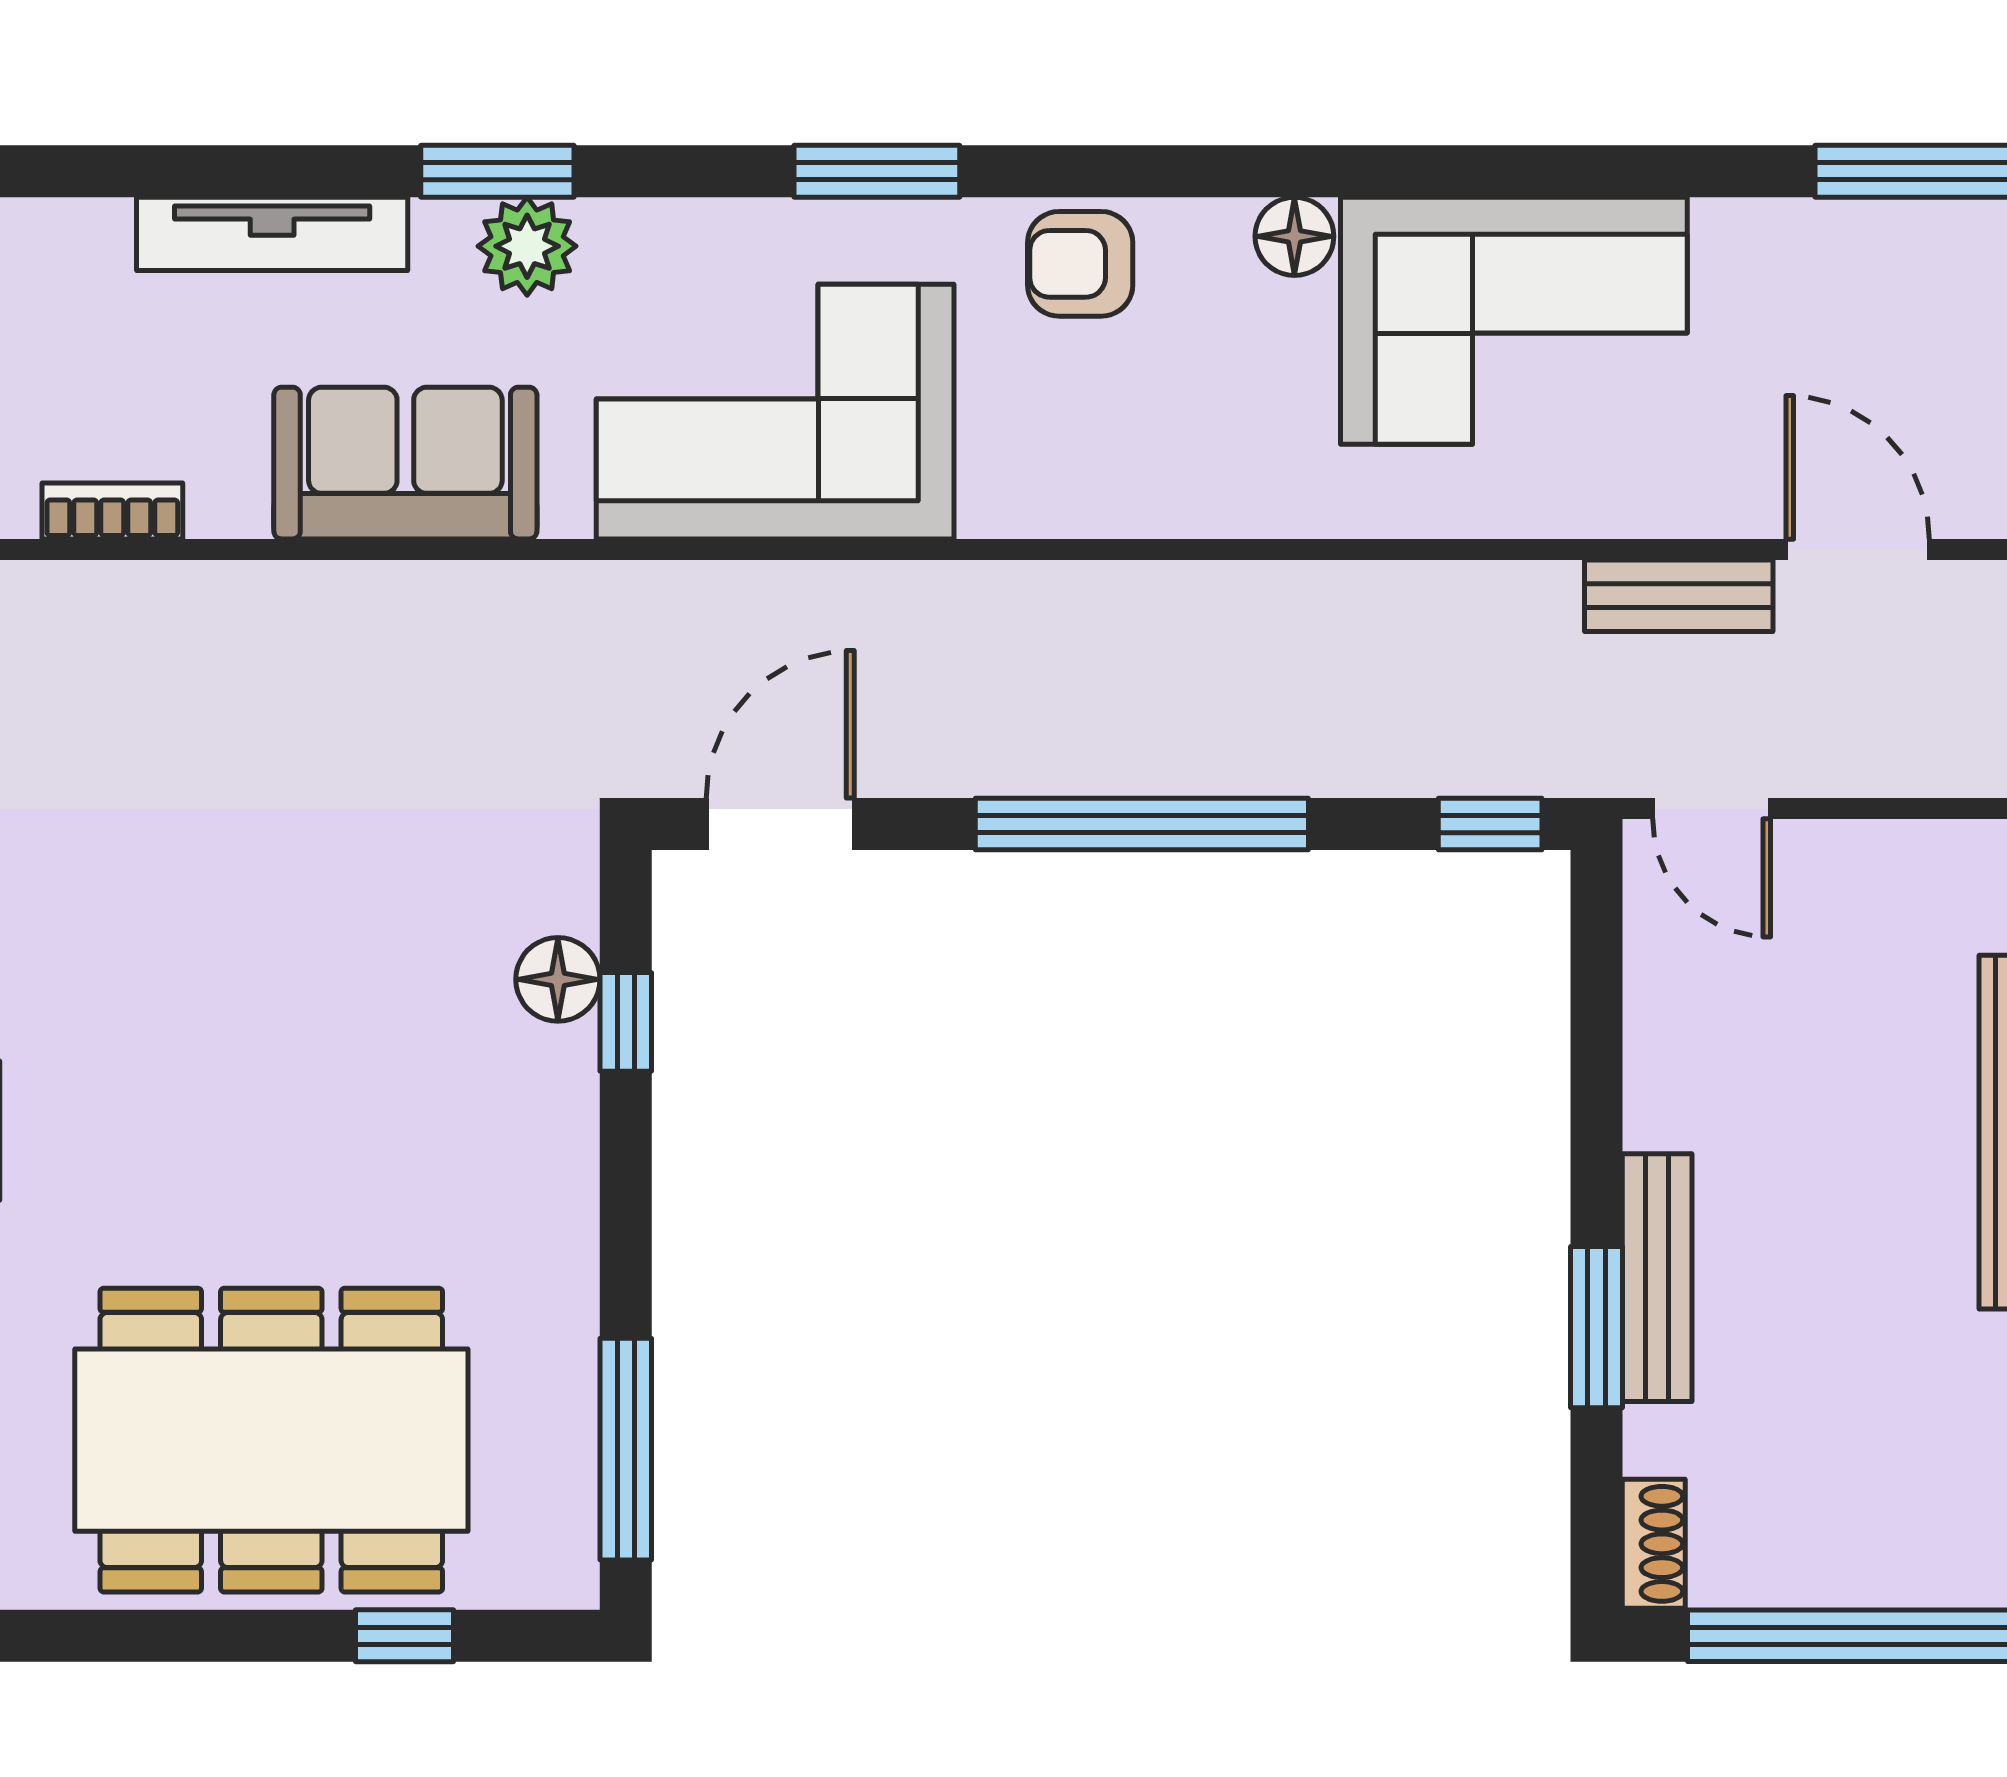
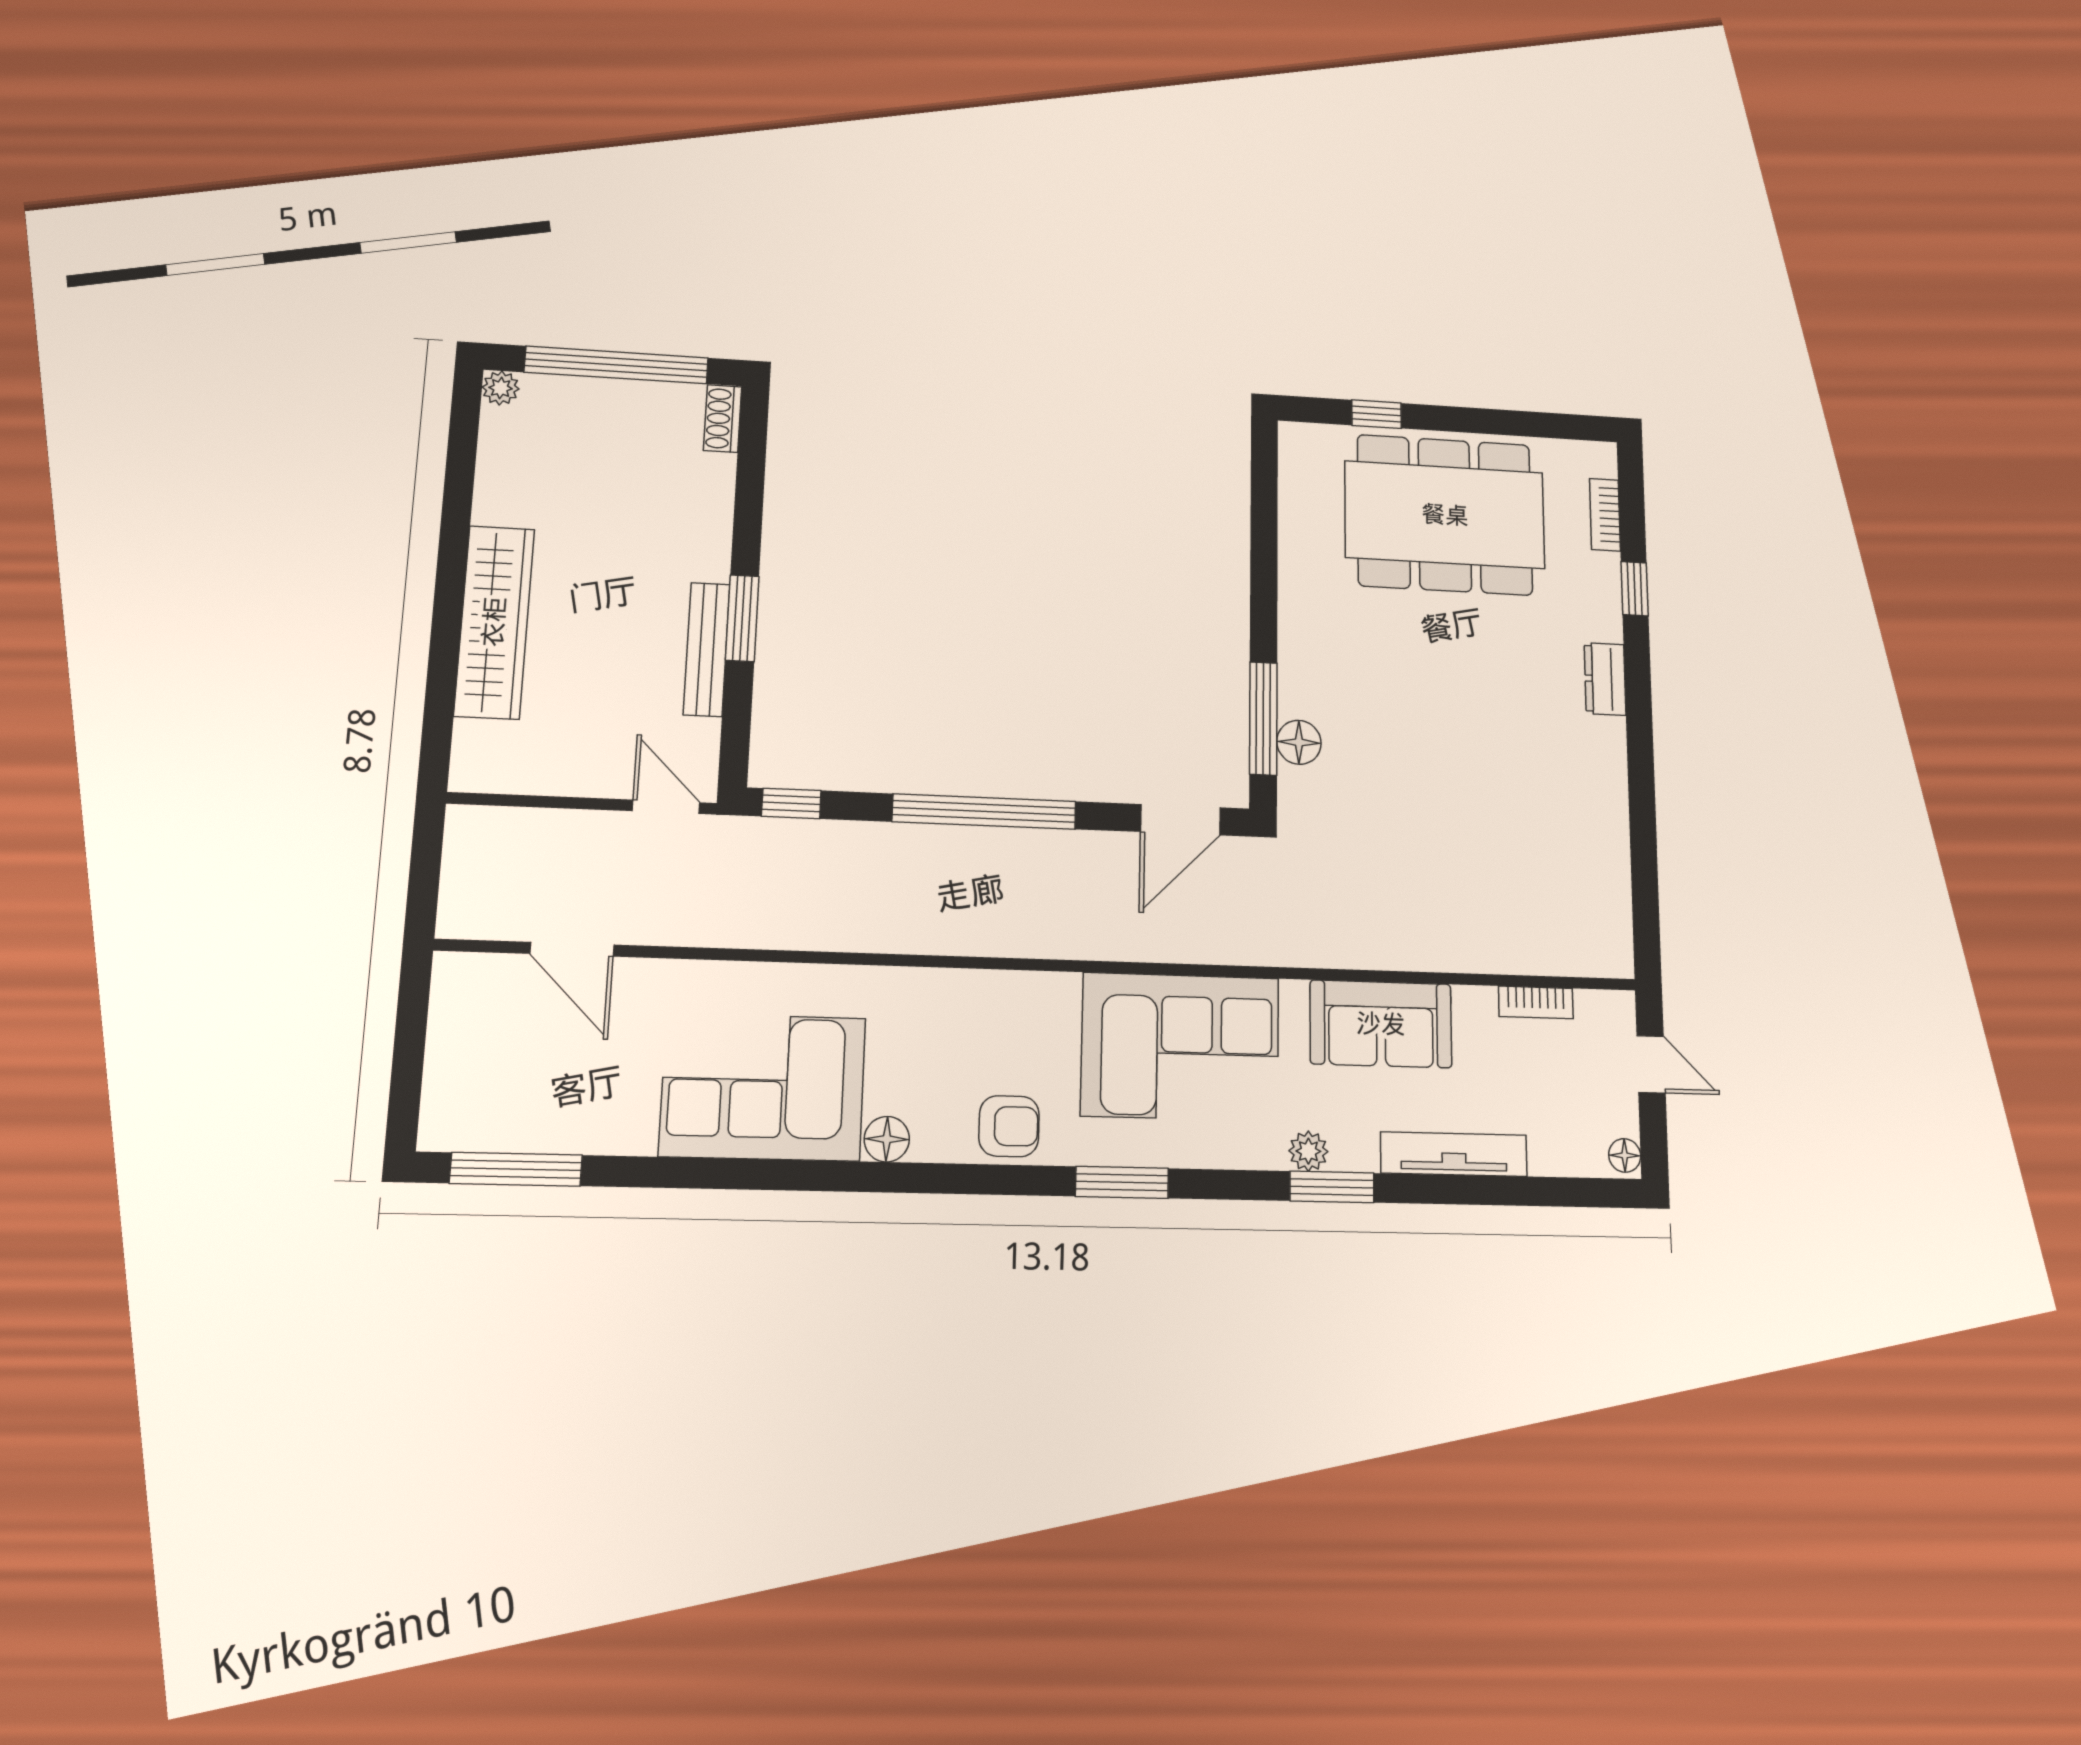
plant: (527, 246) -> (1308, 1151), width x0.73, depth x0.73
bench: (1679, 596) -> (677, 926), removed
window: (626, 1022) -> (1263, 718), width x2.17
bench: (1657, 1278) -> (707, 649), moved
window: (1596, 1327) -> (742, 618), moved
window: (626, 1449) -> (1264, 500), removed

